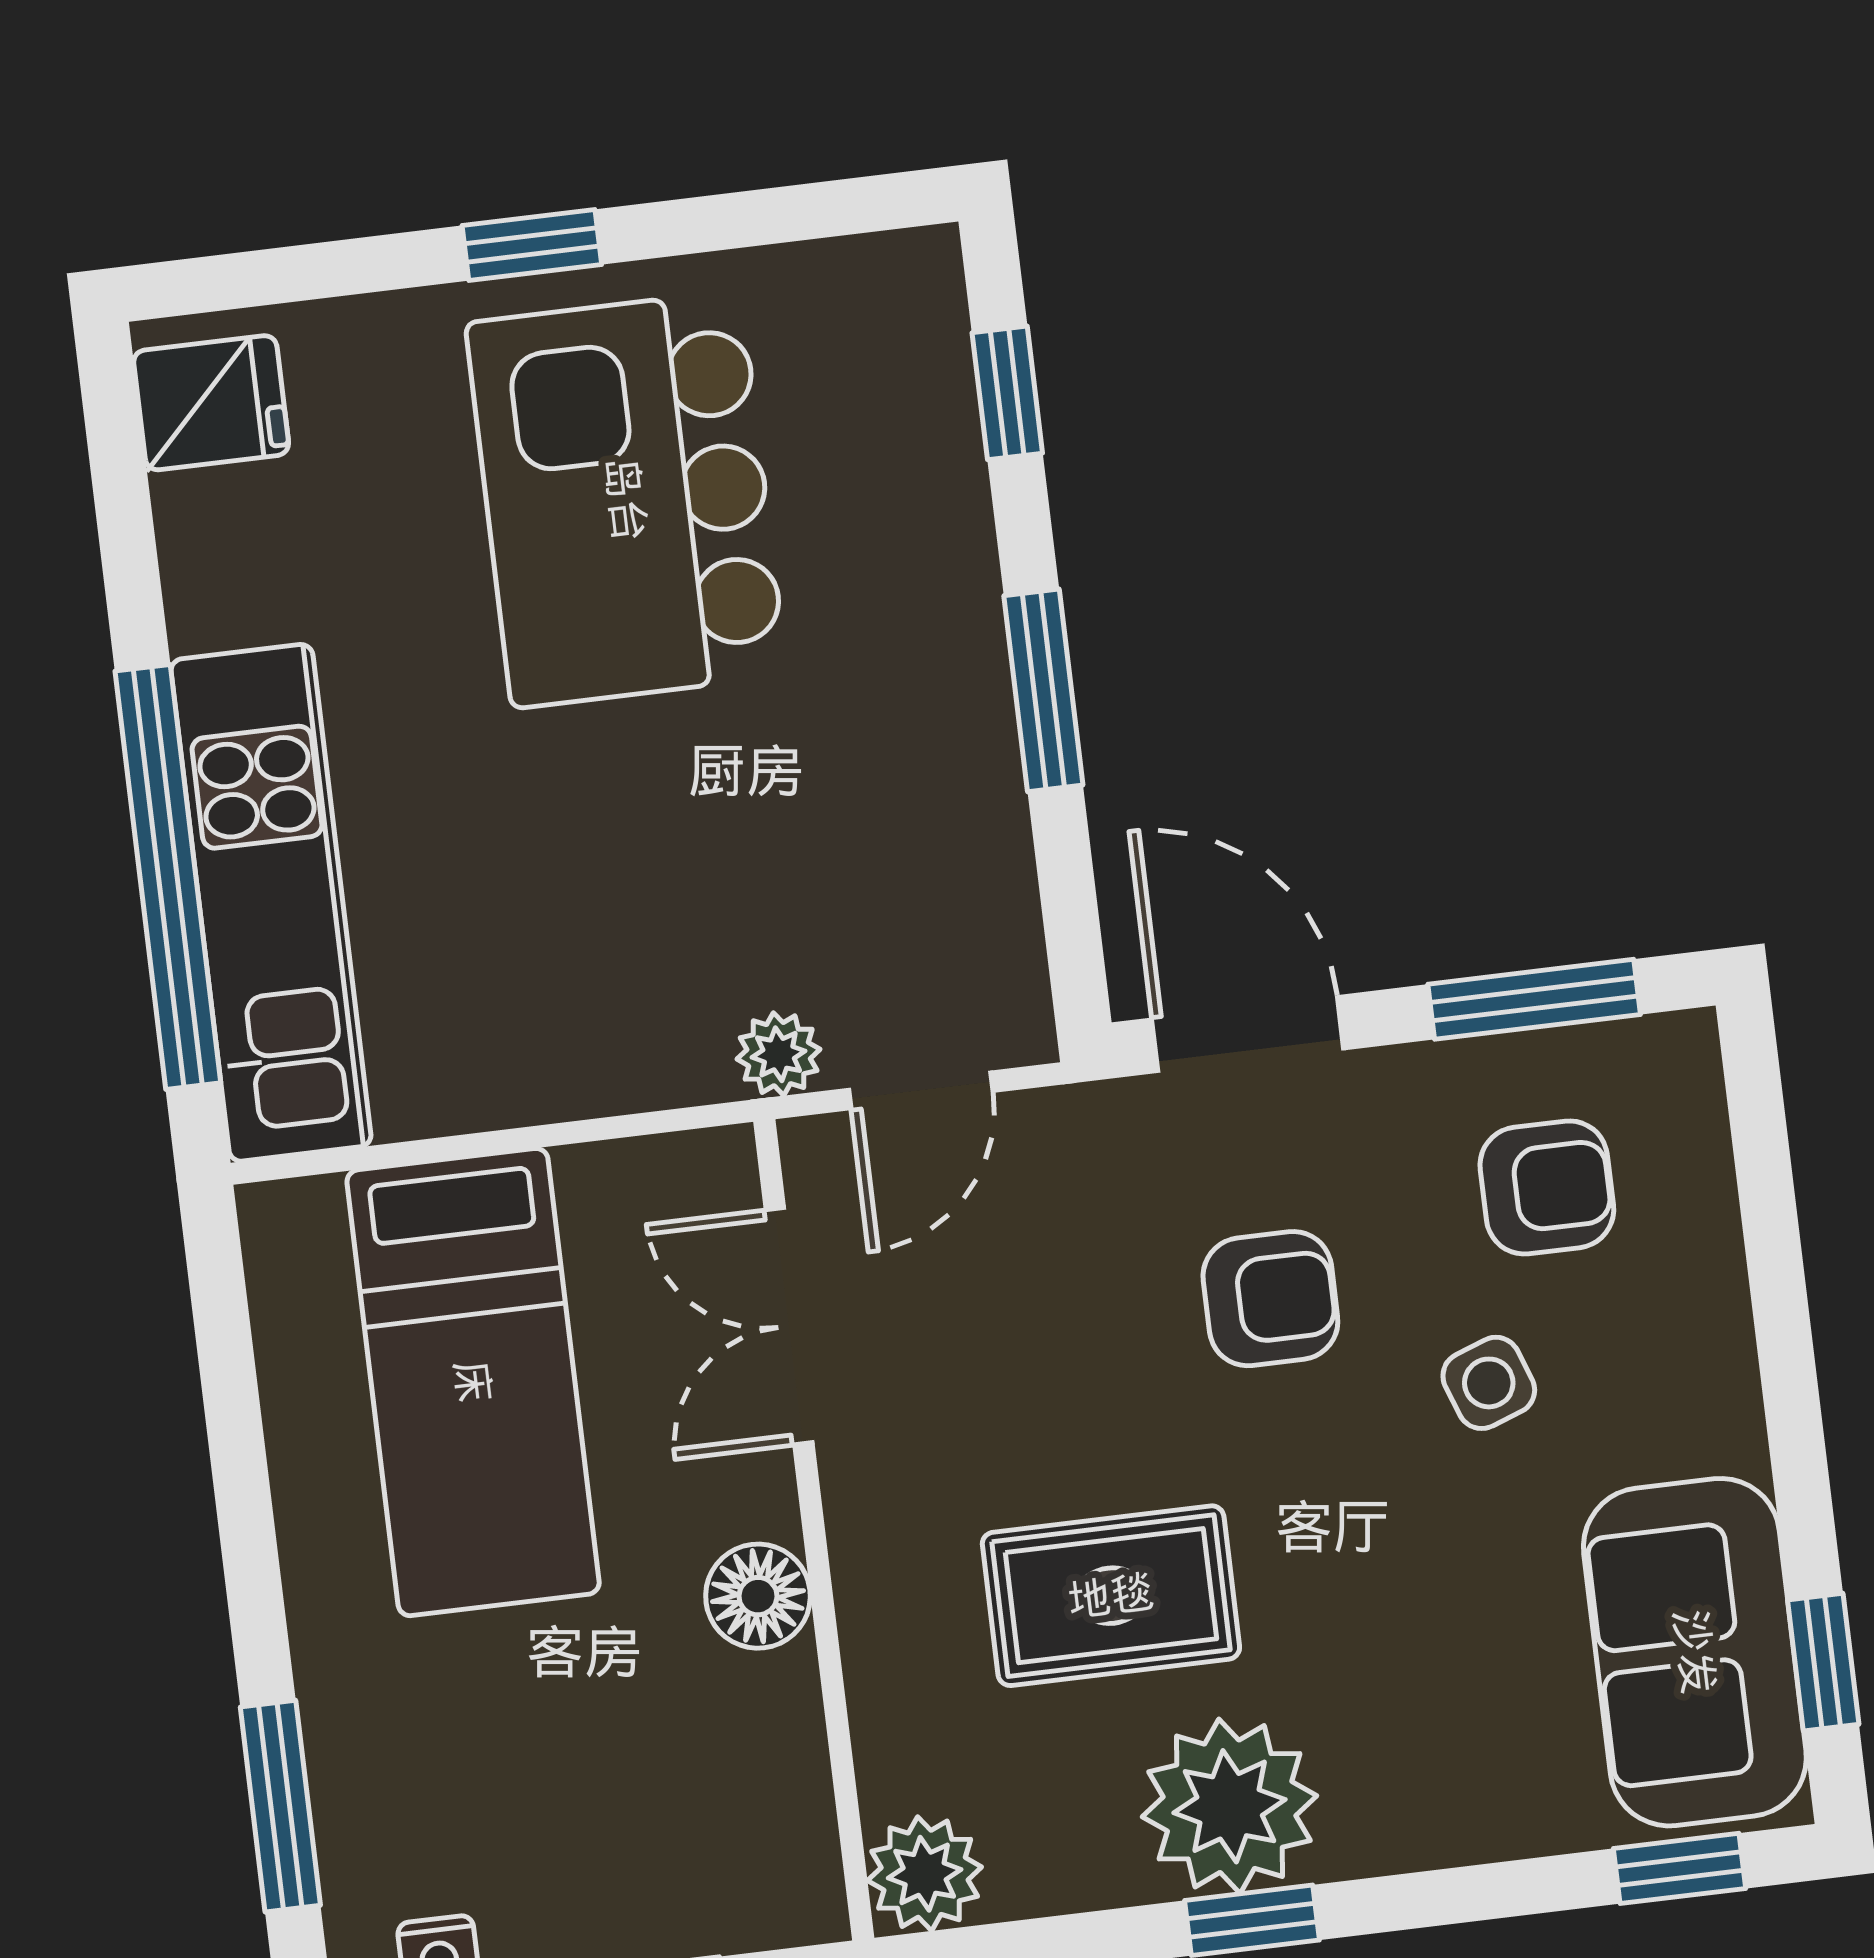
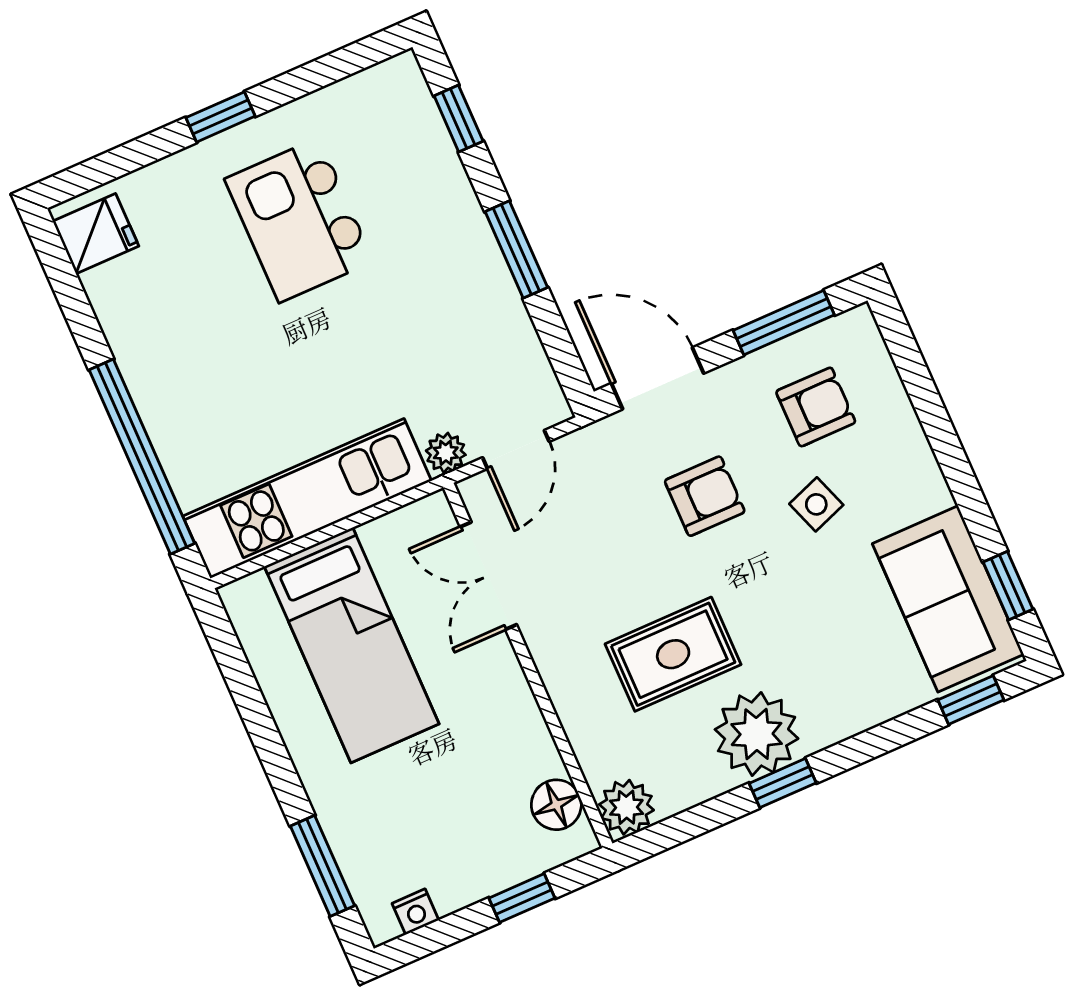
kitchen island: (626, 499) -> (299, 220), width x0.73, depth x0.78
kitchen unit: (271, 903) -> (307, 498), moved, turned -90
floor lamp: (758, 1596) -> (556, 805), moved

